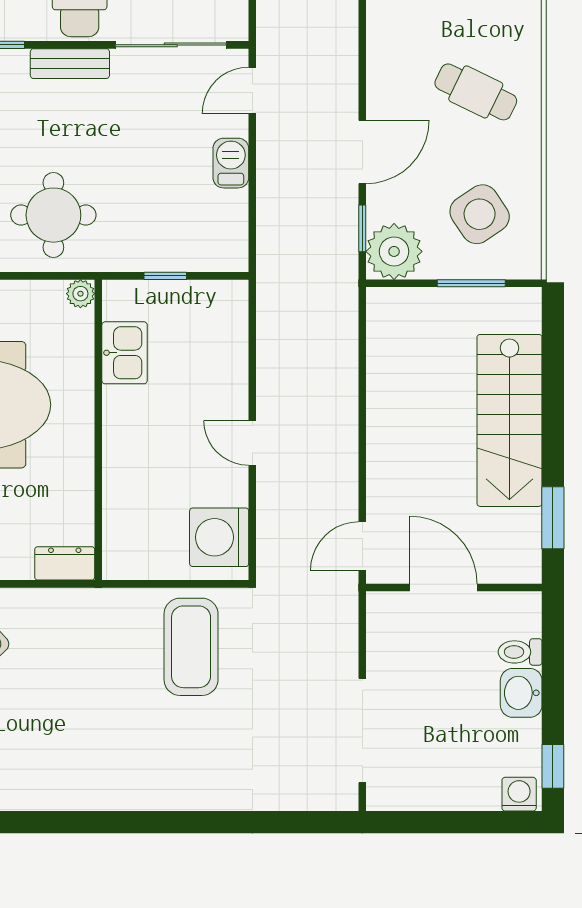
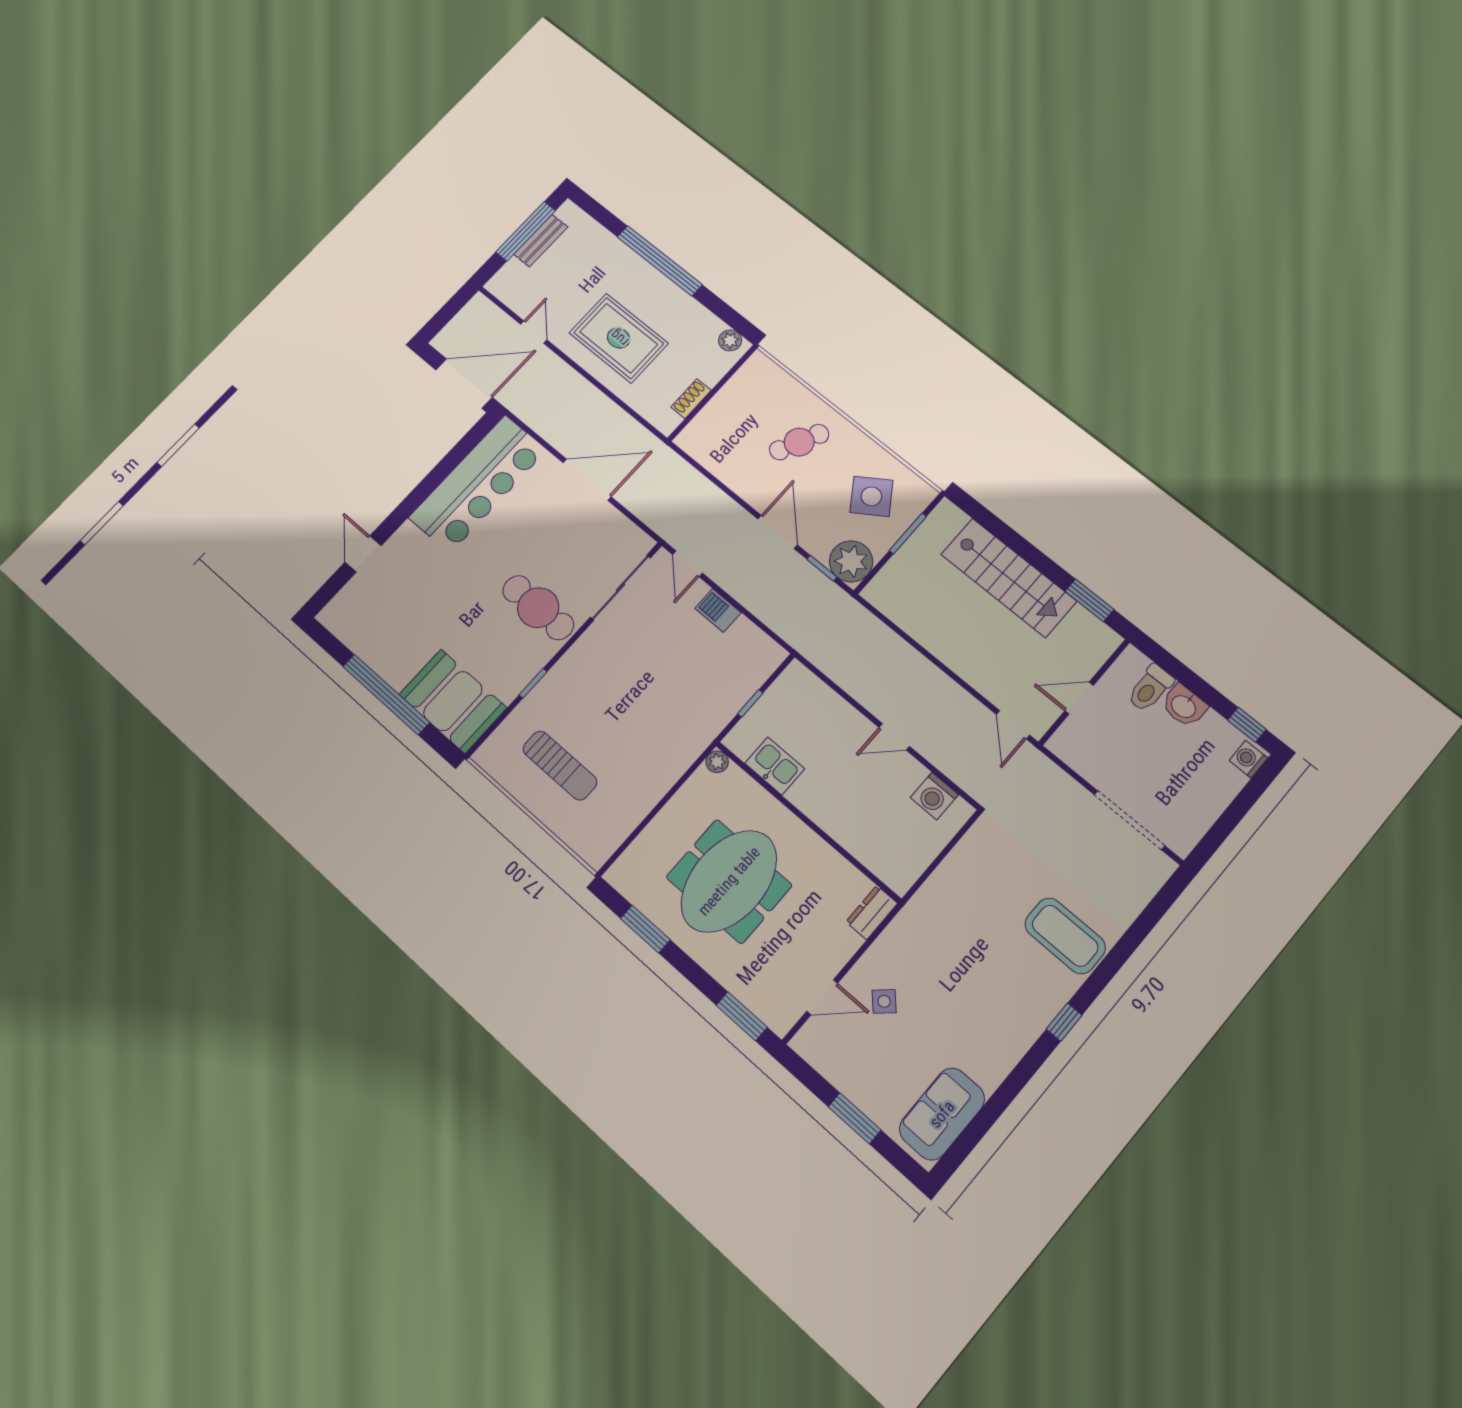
bench: (70, 64) -> (579, 653), removed
round table: (53, 215) -> (657, 738), removed
washing machine: (219, 537) -> (934, 796), width x0.73, depth x0.73
door: (443, 588) -> (1079, 698), width x0.73
coffee table: (191, 647) -> (1065, 936), moved
toilet: (520, 652) -> (1150, 688), width x1.37, depth x1.39
window: (117, 822) -> (1064, 1022), added

